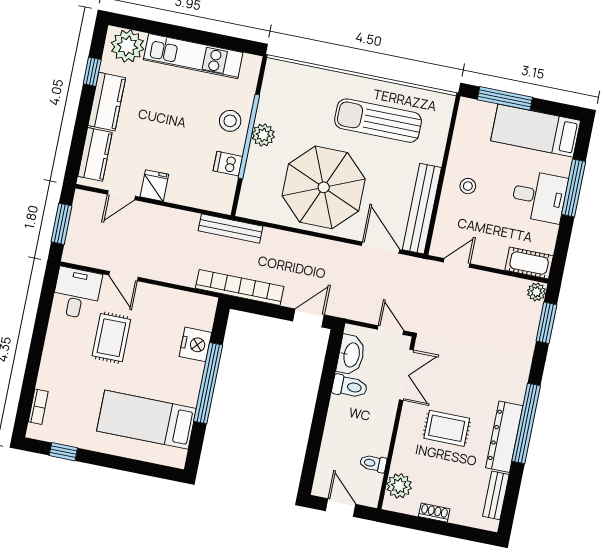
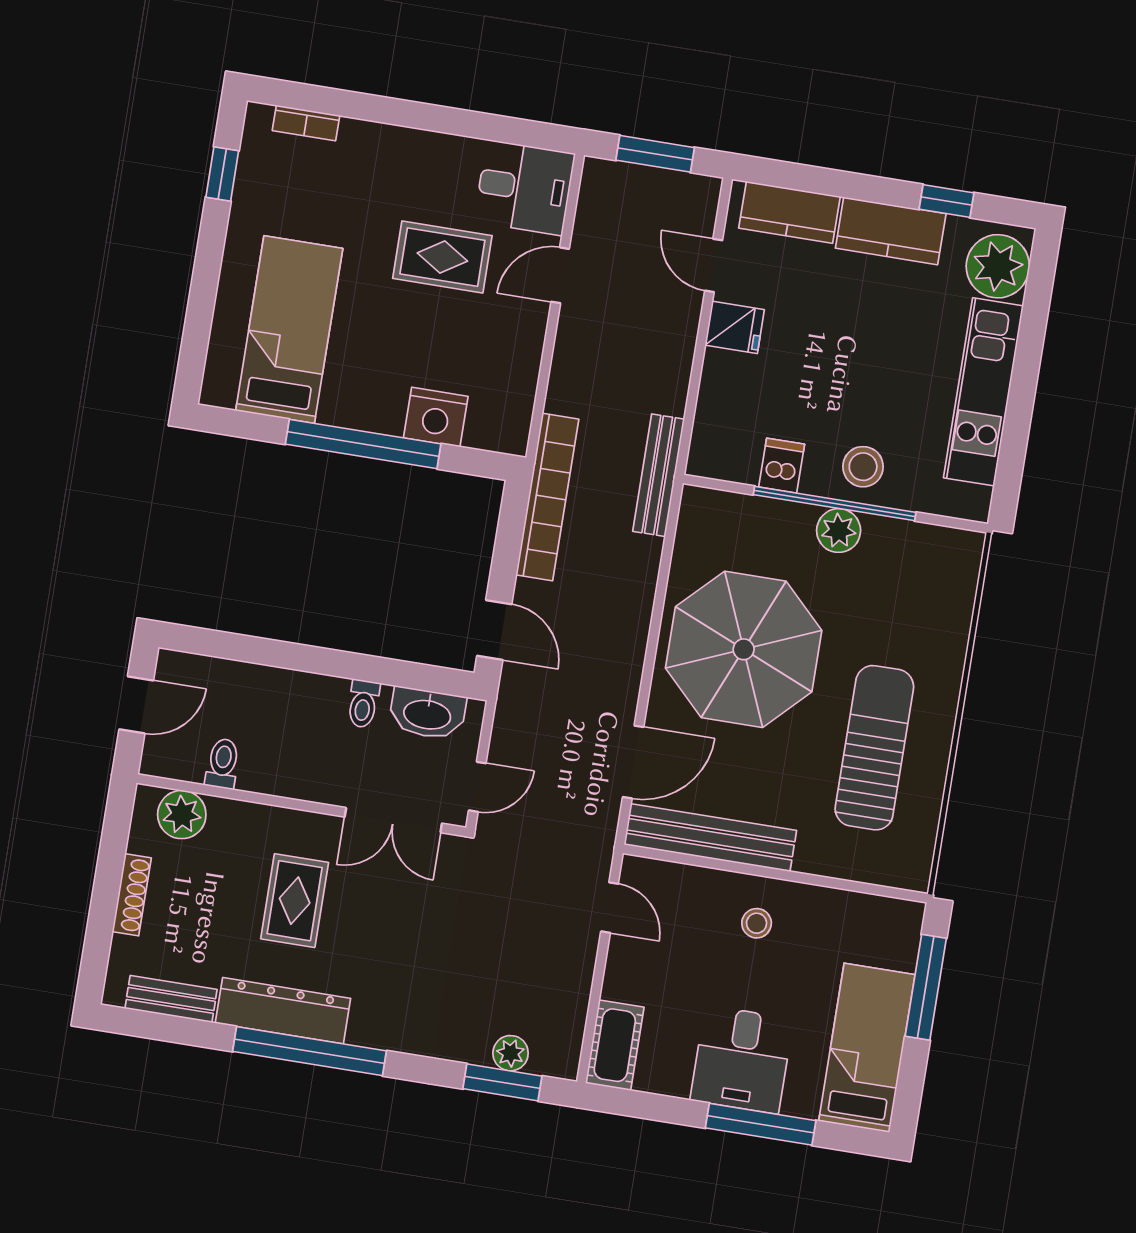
plant: (536, 292) -> (511, 1053), moved
toilet: (350, 387) -> (363, 704), width x0.73, depth x0.72
shoe rack: (434, 513) -> (132, 895), width x1.43

